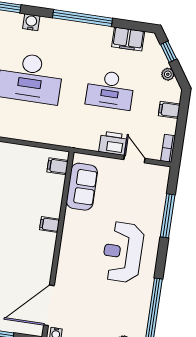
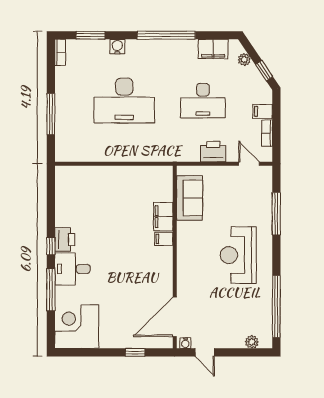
window: (169, 52) -> (264, 71), moved
plant: (168, 74) -> (244, 59), moved
bookcase: (168, 148) -> (267, 133), moved
door: (134, 159) -> (249, 164), moved
filing cabinet: (58, 166) -> (163, 217), moved, width x2.00

